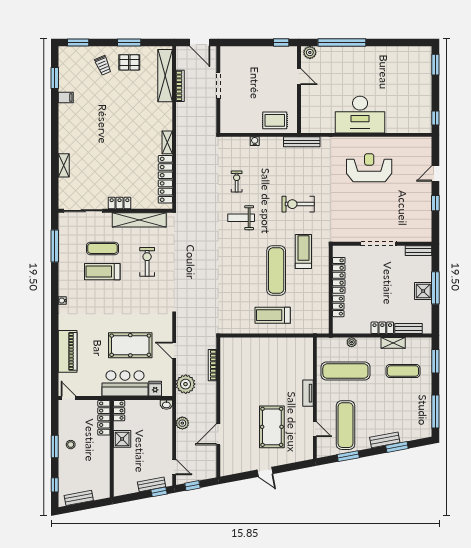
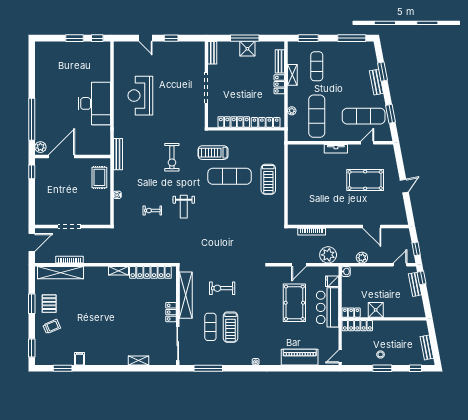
window: (435, 65) -> (75, 38), moved
door: (299, 77) -> (61, 156), width x1.88
locker: (338, 306) -> (266, 122), width x1.53

